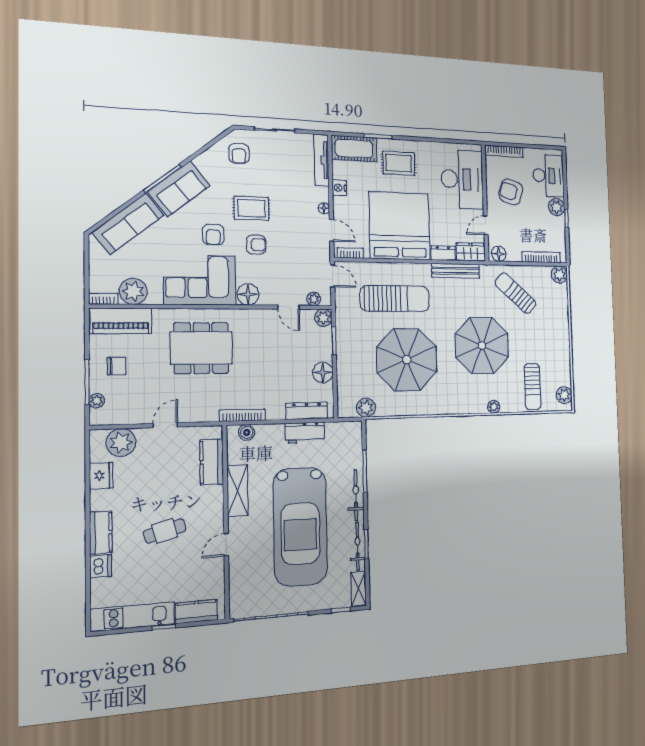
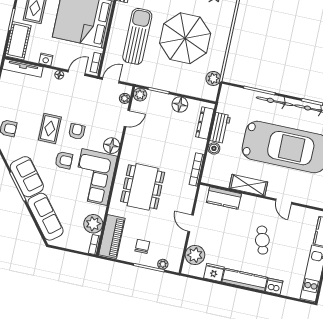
boiler: (247, 432) -> (214, 148), moved
kitchen counter: (101, 533) -> (245, 280), width x1.50

